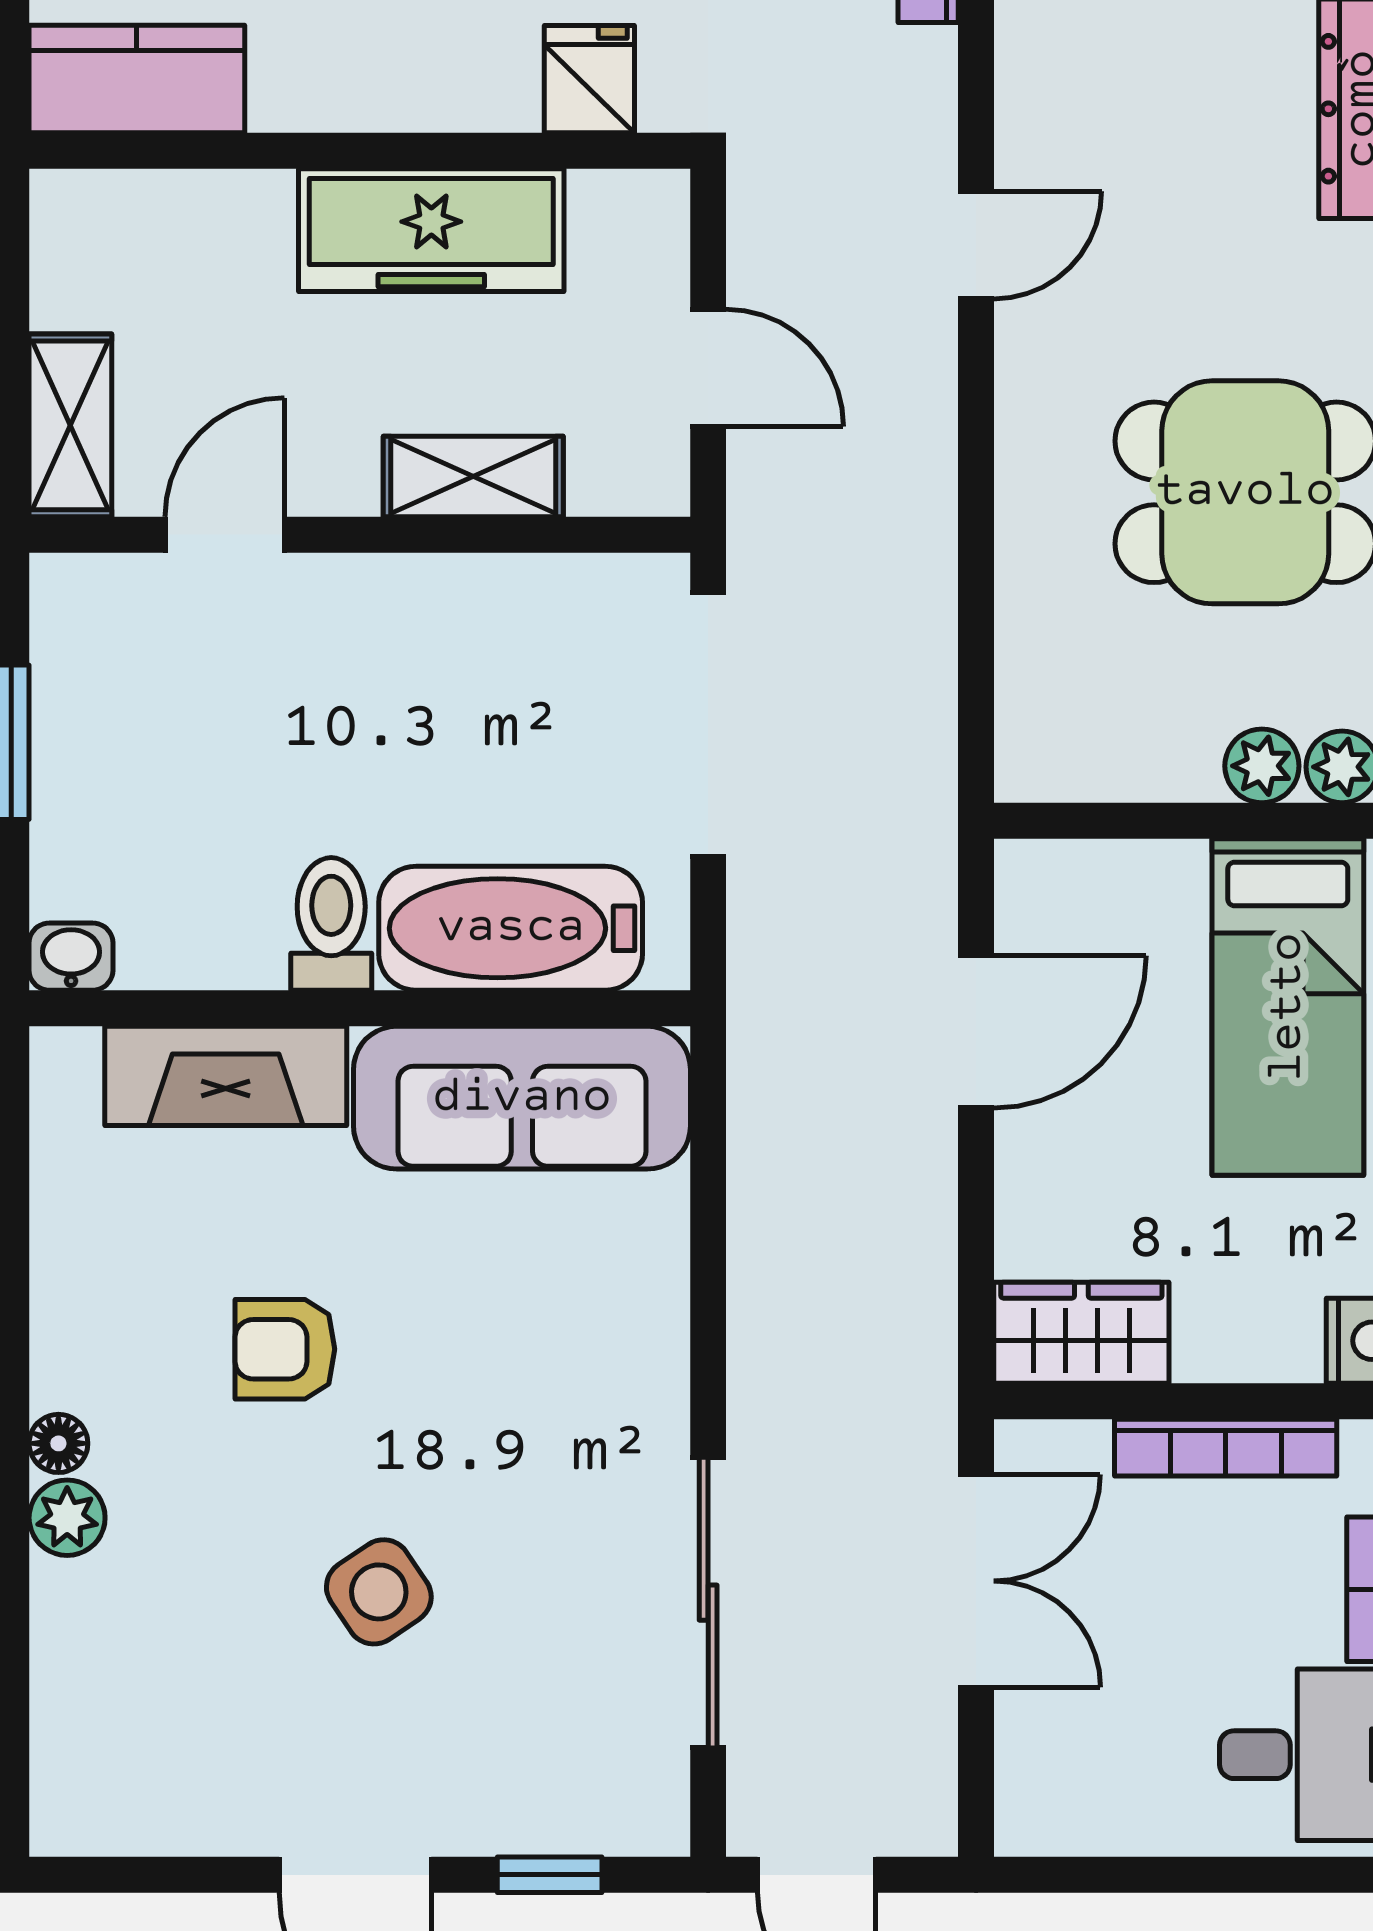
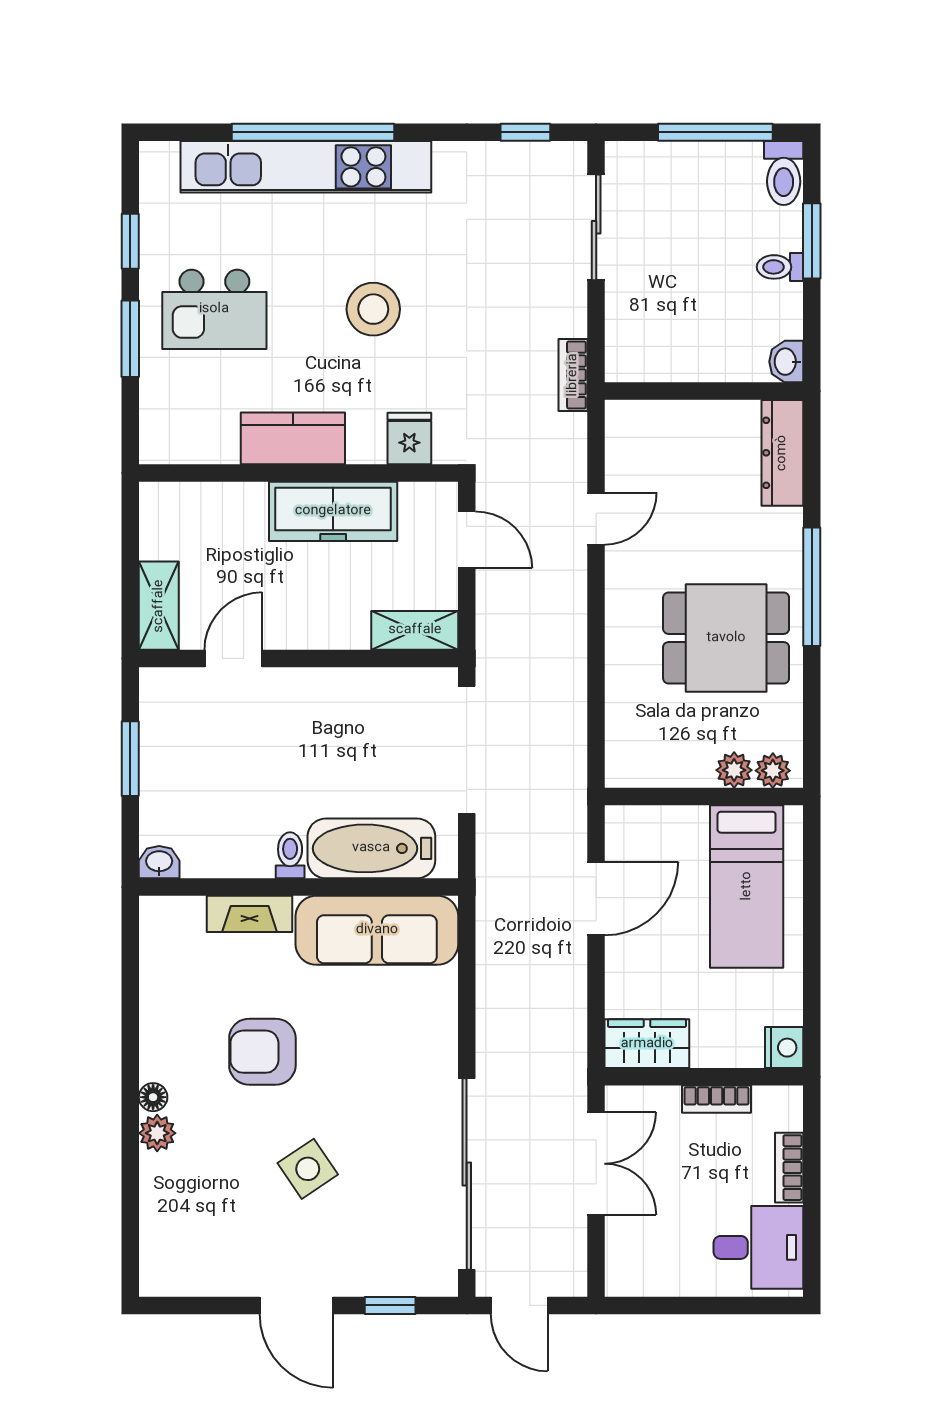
kitchen counter: (137, 79) -> (293, 438), moved
door: (708, 368) -> (467, 540), moved
shelving: (473, 477) -> (415, 630), moved
toilet: (331, 924) -> (290, 855), width x0.73, depth x0.72
fireplace: (226, 1076) -> (250, 914), width x0.73, depth x0.76
armchair: (285, 1349) -> (262, 1052), width x1.38, depth x1.38
bookcase: (1226, 1448) -> (717, 1099), width x0.64
sliding door: (708, 1603) -> (467, 1174), width x1.36

